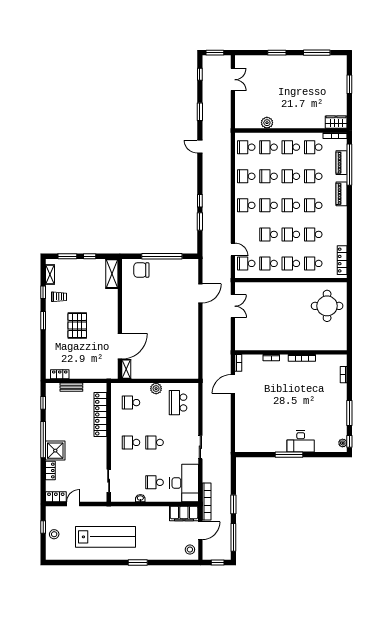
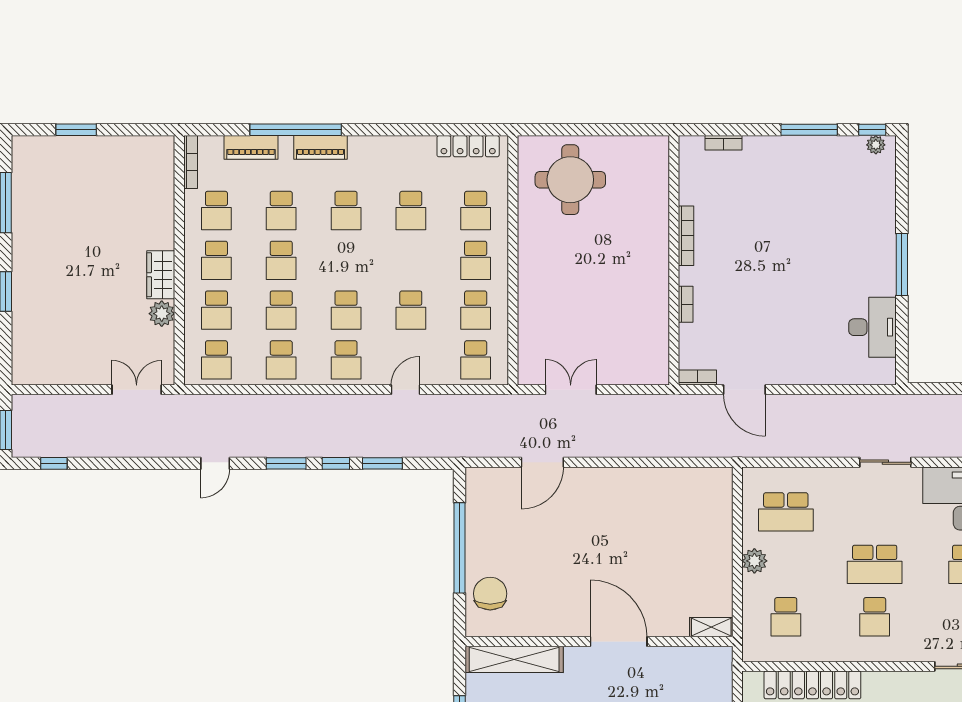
double door: (233, 80) -> (137, 390), moved
window: (200, 112) -> (286, 463), moved
wardrobe: (336, 122) -> (161, 275), moved
window: (349, 165) -> (296, 130), moved
school desk: (291, 205) -> (346, 260), removed
school desk: (291, 234) -> (411, 260), removed
door: (233, 249) -> (405, 390), moved
chair: (141, 270) -> (490, 594), turned 180
shelving: (112, 274) -> (514, 659), width x1.47
door: (200, 293) -> (542, 462), swing flipped
door: (120, 346) -> (619, 641), moved
school desk: (155, 442) -> (875, 564), width x1.85
desk: (301, 442) -> (873, 327), moved

